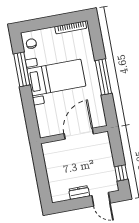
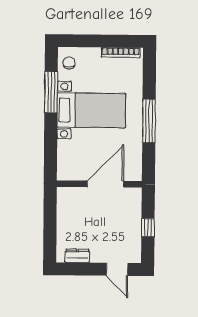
window: (121, 173) -> (148, 228), moved
dresser: (79, 193) -> (77, 256), moved

